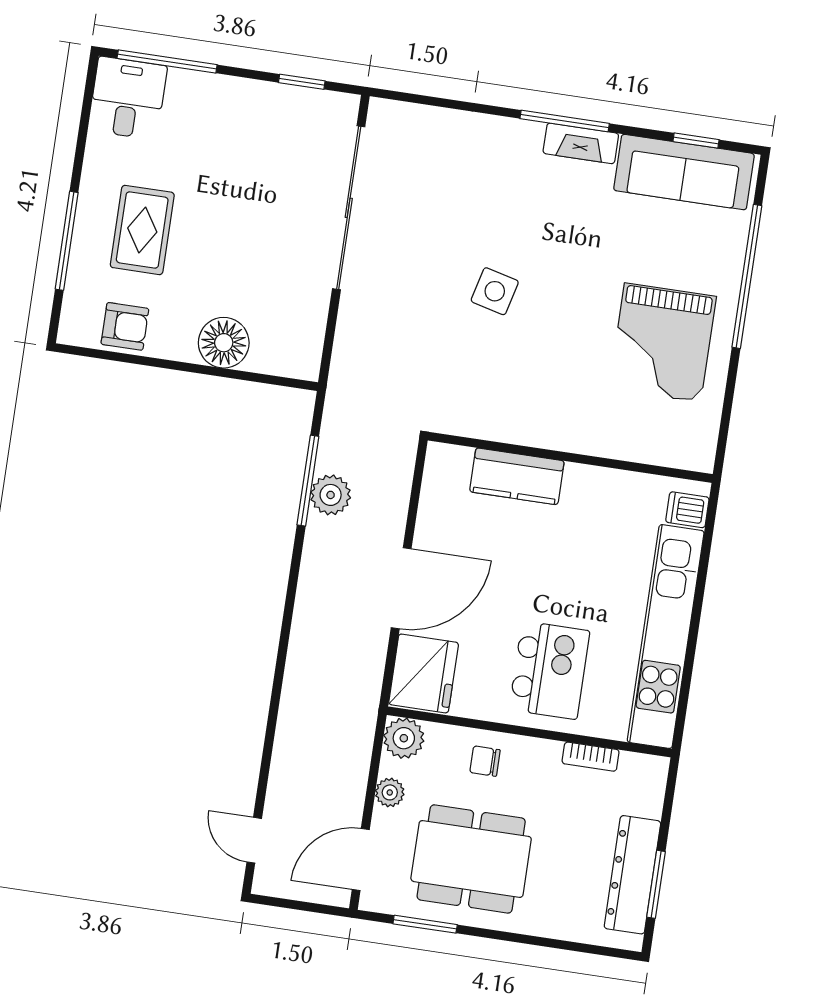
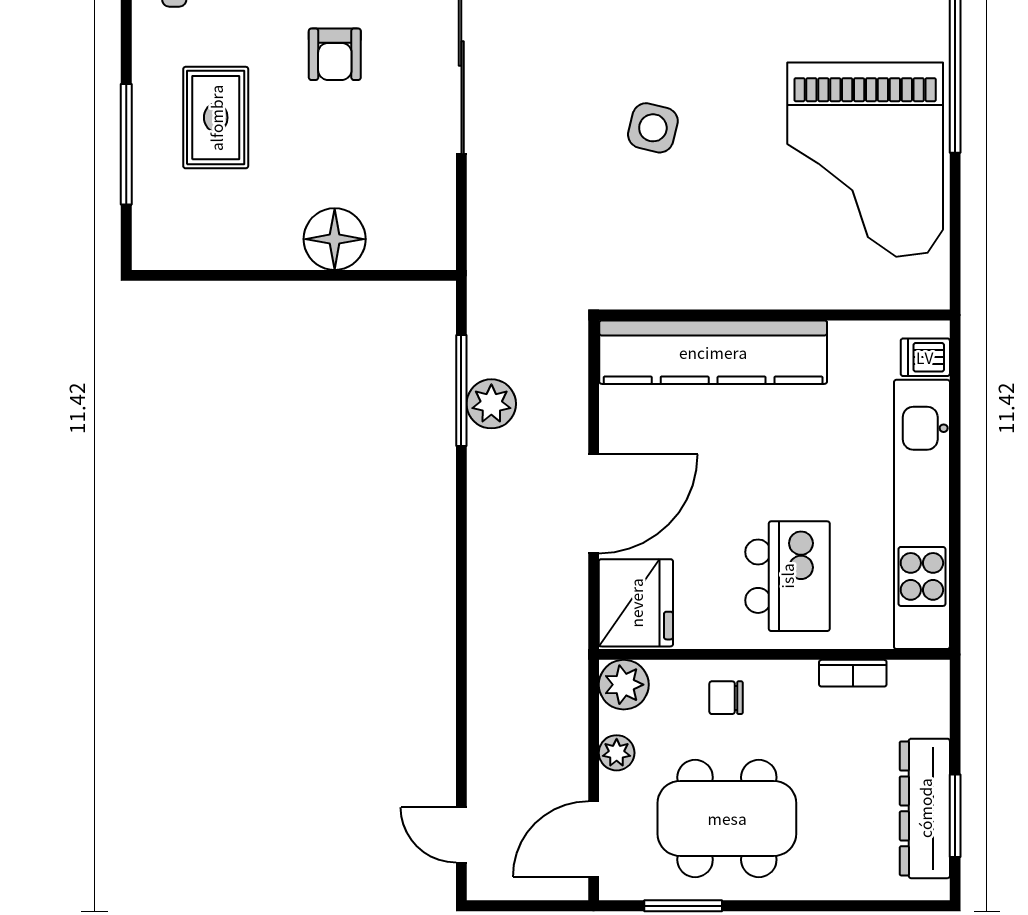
armchair: (125, 326) -> (335, 54), moved, turned 90
grand piano: (663, 343) -> (865, 160), width x1.37, depth x1.48
kitchen counter: (517, 476) -> (713, 352), width x2.08, depth x1.17

